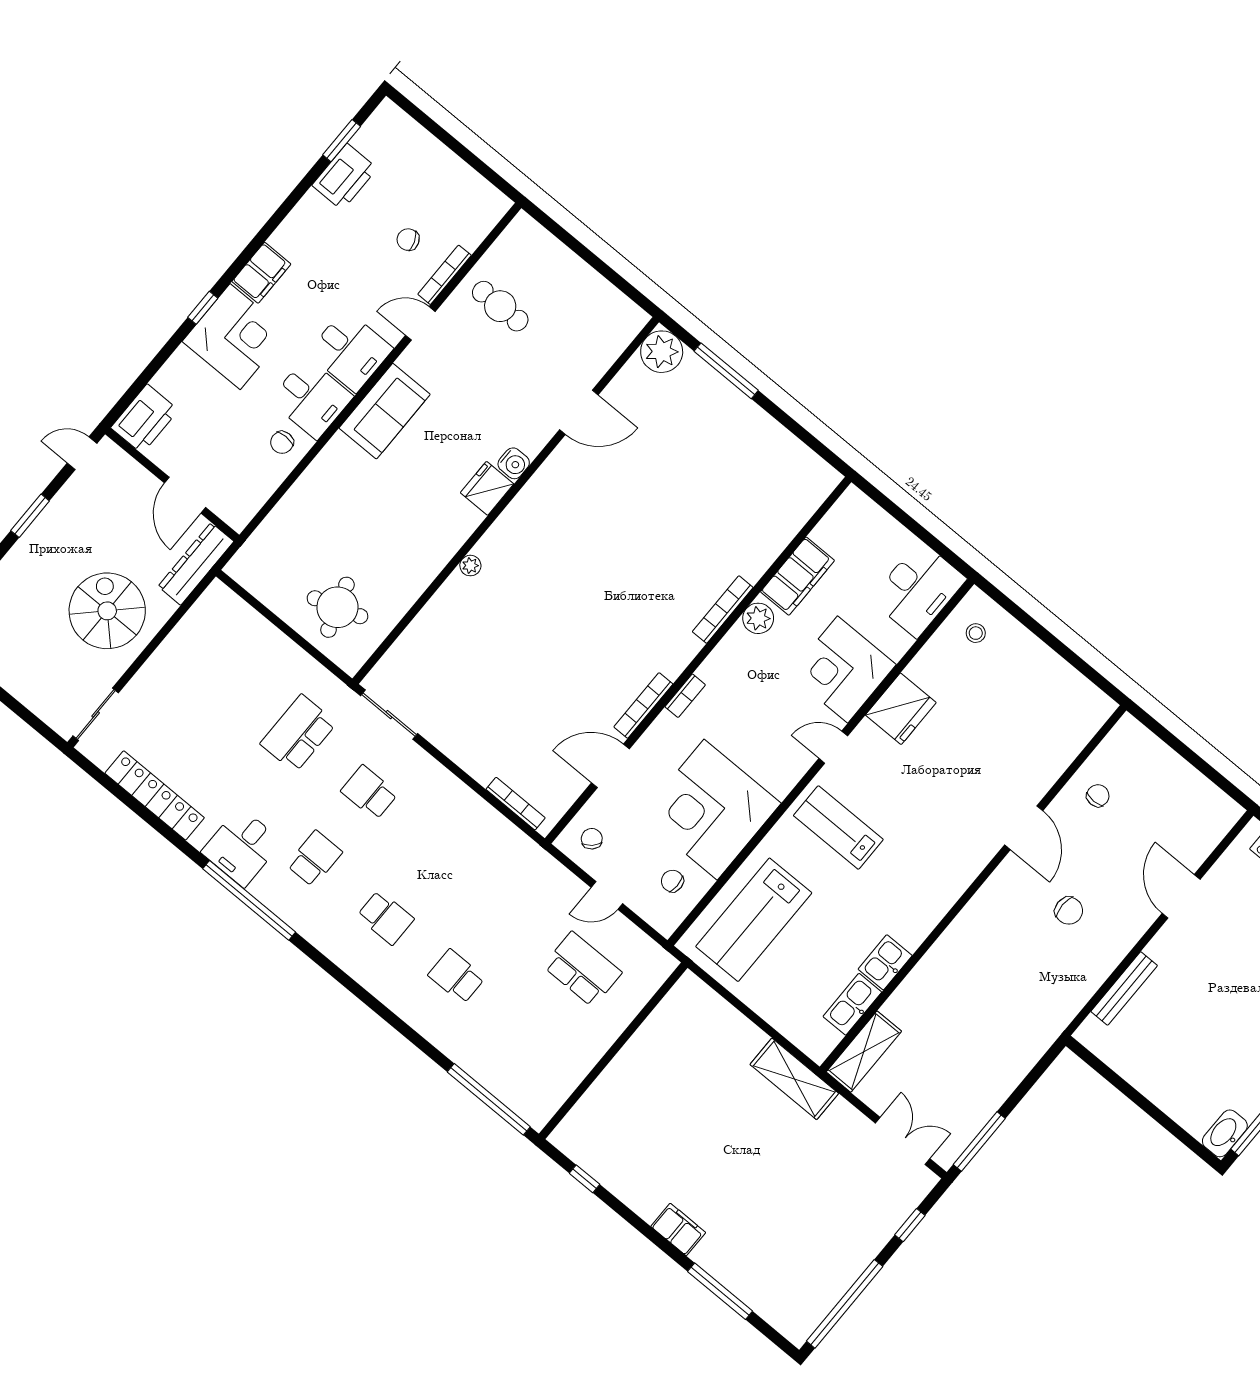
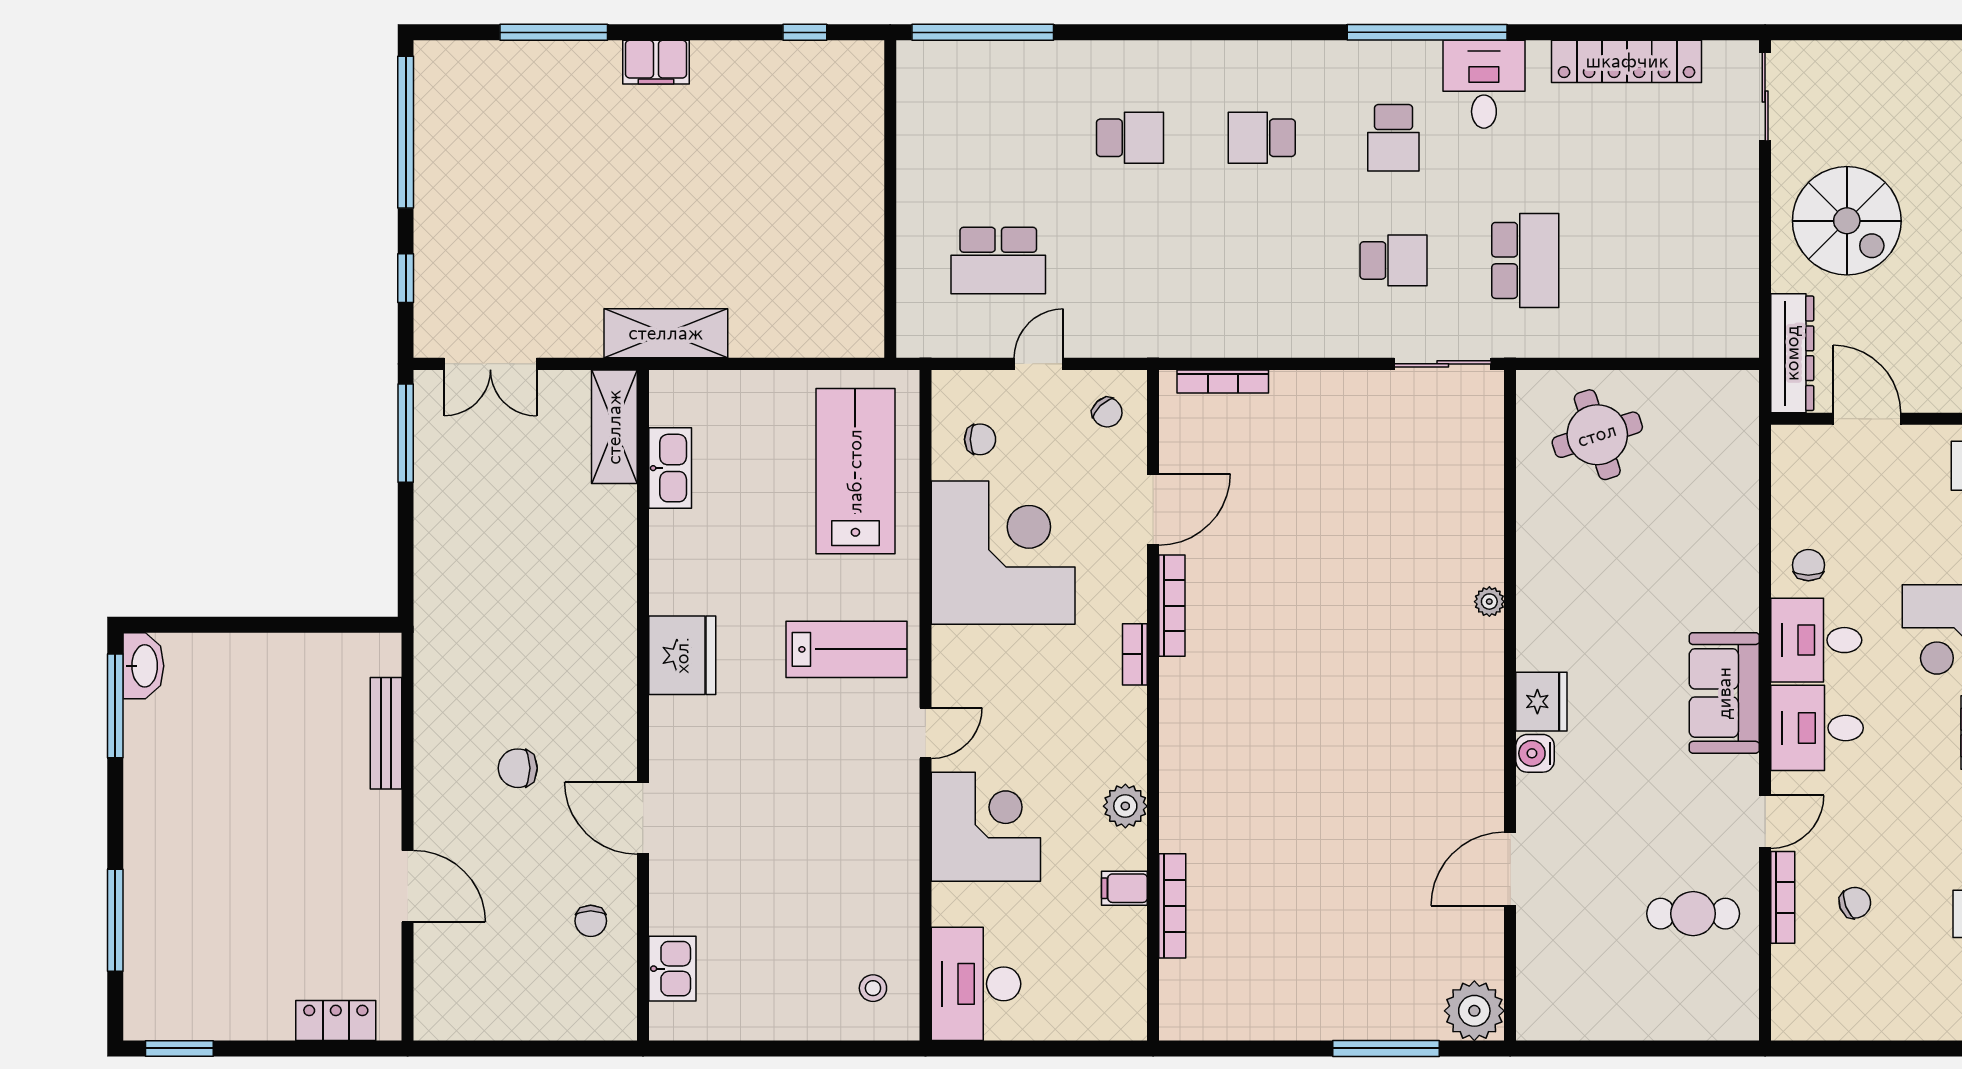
filing cabinet: (797, 576) -> (1124, 888), width x0.33, depth x0.86
bookcase: (723, 610) -> (1172, 906), moved
fridge: (901, 709) -> (682, 655), moved, turned 180
kitchen sink: (885, 962) -> (672, 969), moved

